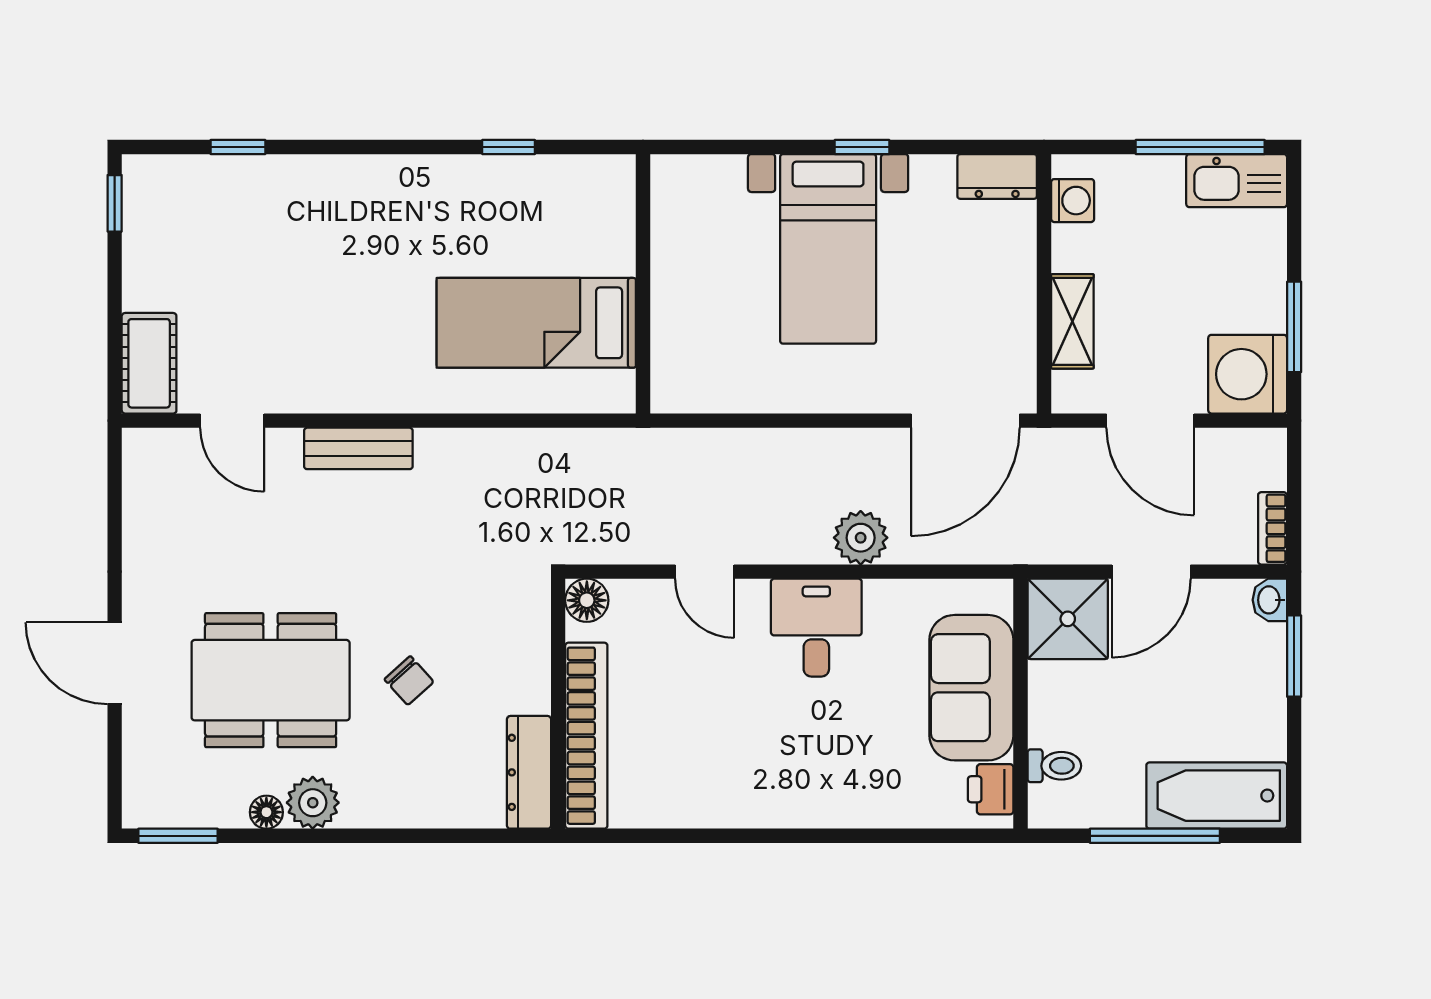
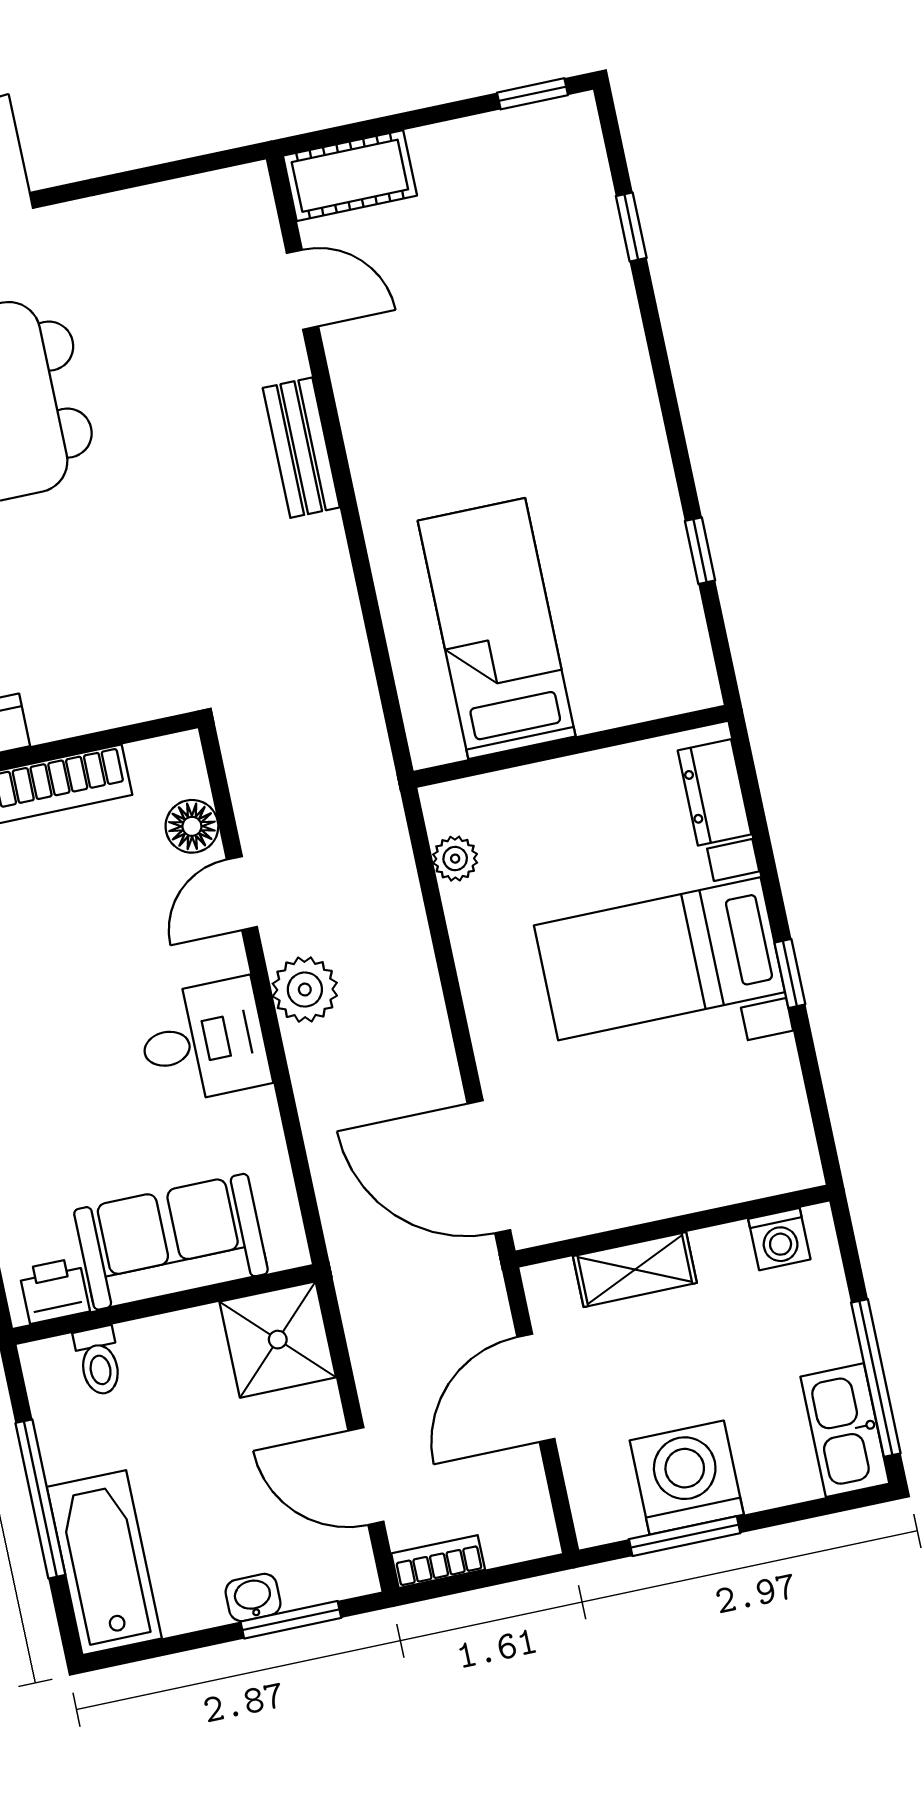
dresser: (997, 176) -> (715, 792), moved
washing machine: (1248, 374) -> (687, 1478), moved
plant: (713, 395) -> (455, 859), added
door: (232, 421) -> (302, 290), swing flipped
plant: (861, 538) -> (305, 990), moved
door: (1151, 572) -> (366, 1476), moved
floor lamp: (587, 600) -> (192, 826), moved
washbasin: (1270, 600) -> (253, 1598), moved
chair: (409, 681) -> (36, 567), removed

